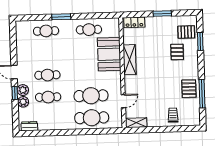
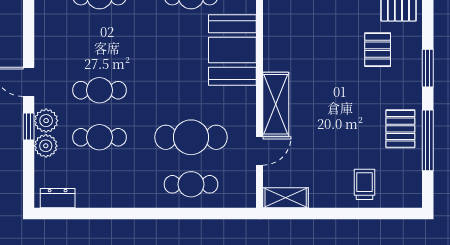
window: (200, 41) -> (428, 68), moved
shelving: (130, 60) -> (276, 104), moved
cafe table: (92, 118) -> (191, 184), width x0.73, depth x0.74

